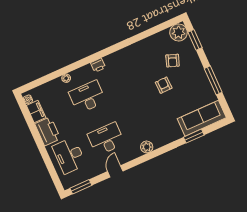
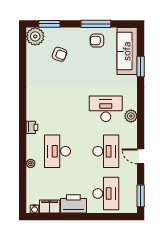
armchair: (164, 85) -> (97, 41), moved
desk: (143, 122) -> (106, 109), added
desk: (106, 139) -> (106, 151), turned 180
desk: (69, 155) -> (106, 194), turned -90

